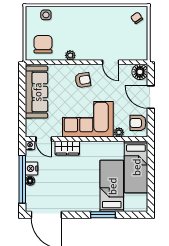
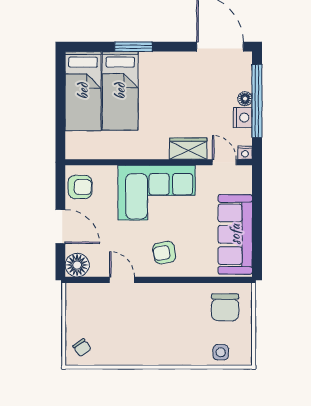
plant: (70, 55) -> (184, 290), removed
plant: (119, 132) -> (109, 173), removed
bed: (136, 167) -> (83, 91), moved, turned 180

